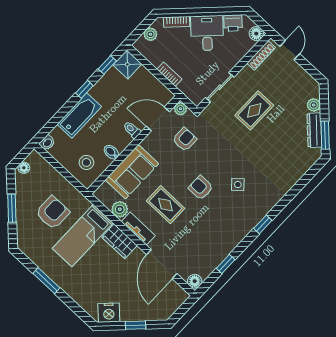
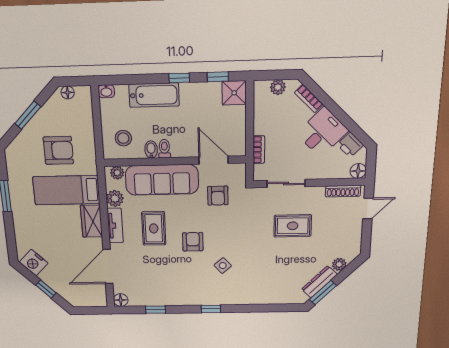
bookcase: (169, 74) -> (259, 150), moved
plant: (180, 109) -> (117, 173), moved
toilet: (132, 130) -> (164, 149), moved
armchair: (185, 139) -> (218, 196), turned 90
sofa: (132, 172) -> (162, 180), width x1.36

